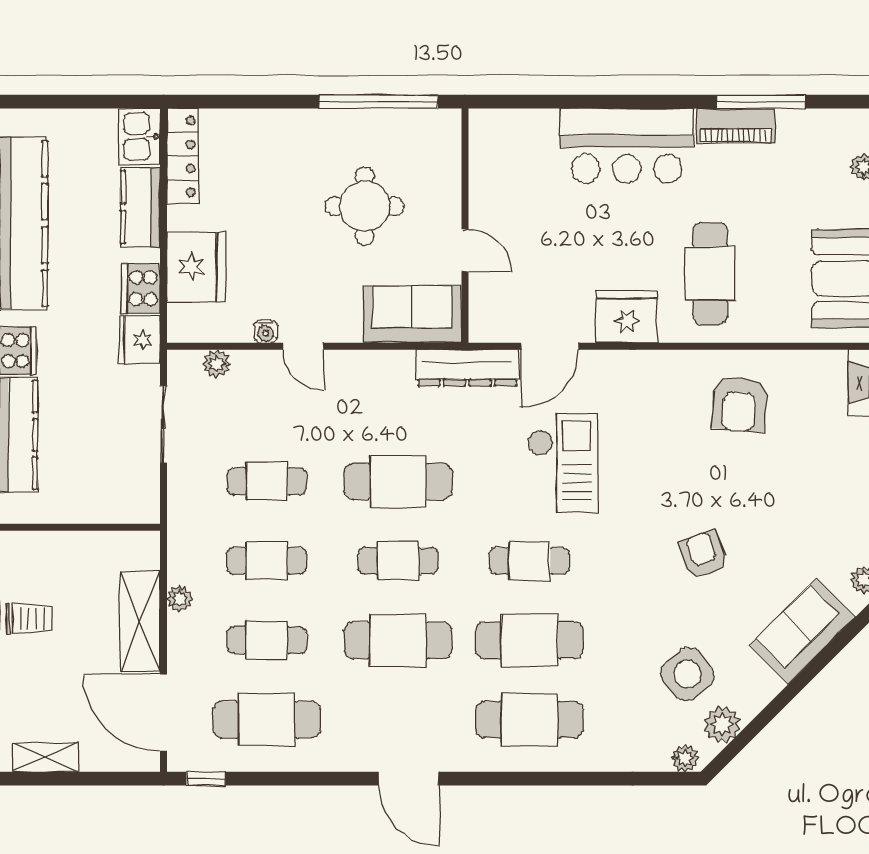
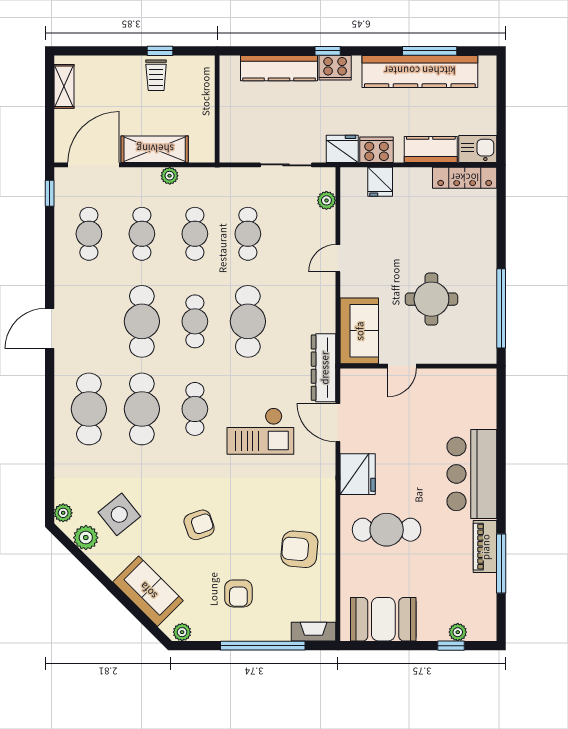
fridge: (196, 267) -> (380, 182), width x0.53, depth x0.75
water cooler: (266, 332) -> (348, 233), removed
armchair: (806, 495) -> (238, 593), added
cafe table: (267, 720) -> (89, 234), width x0.73, depth x0.74

